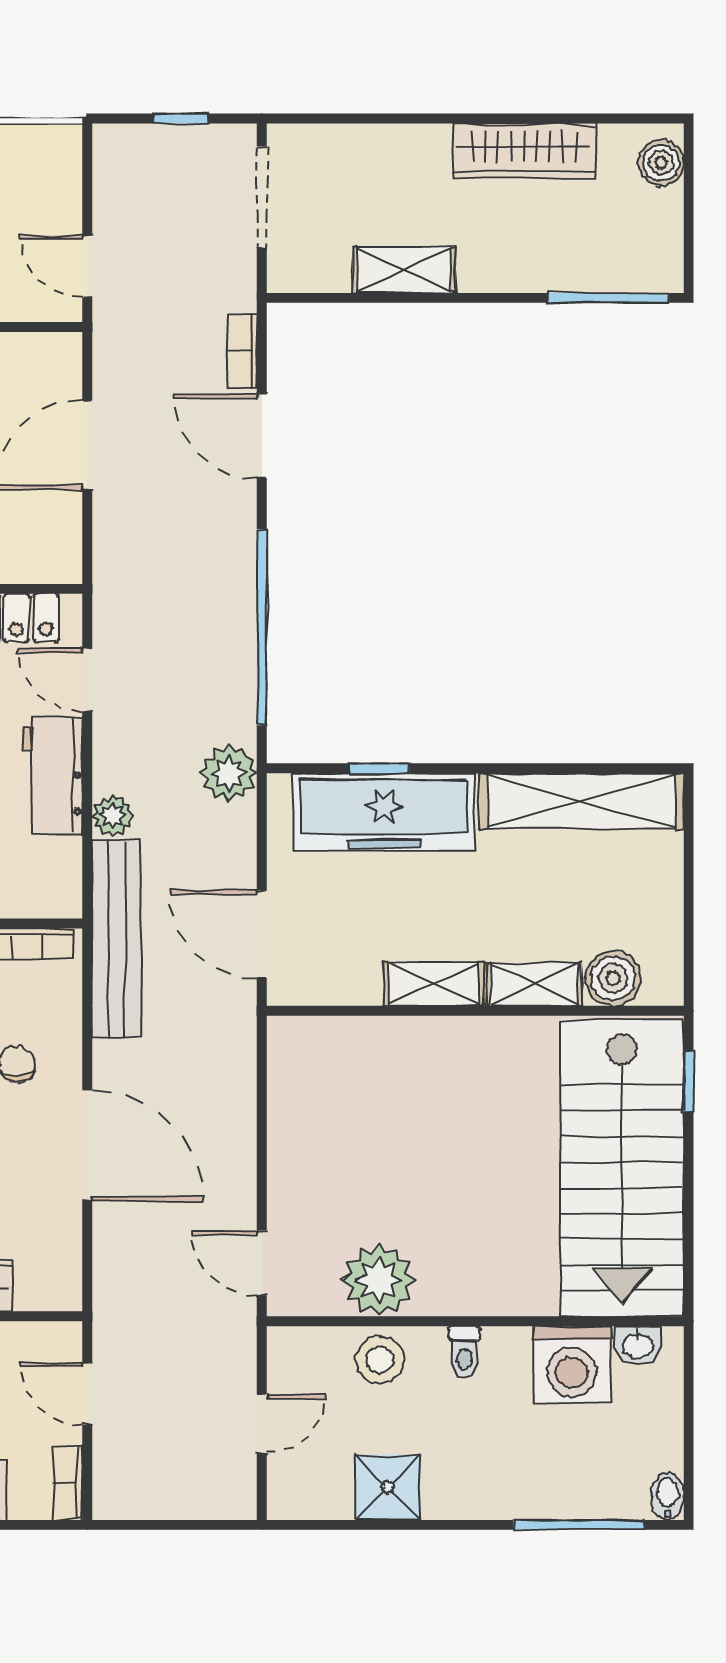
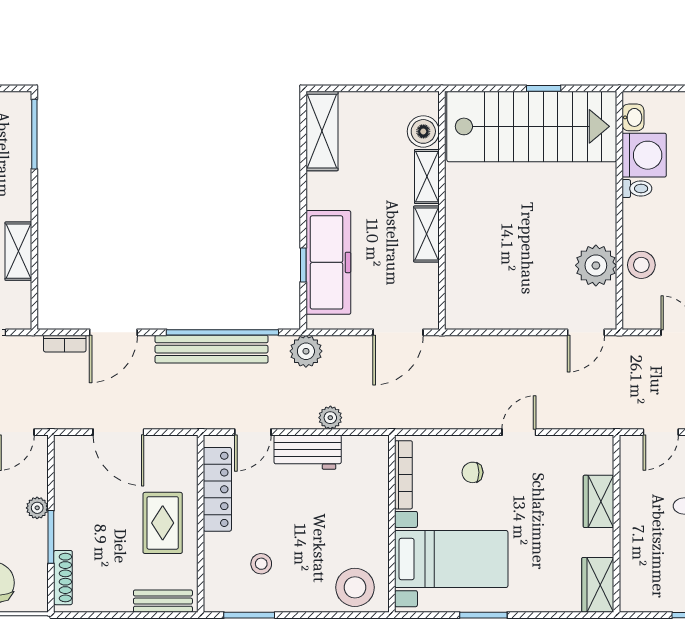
shelving: (581, 801) -> (322, 131), width x0.68
bench: (117, 939) -> (212, 349), moved
window: (689, 1081) -> (544, 88), moved
door: (87, 1146) -> (519, 432), width x0.53
toilet: (464, 1352) -> (637, 189), moved

